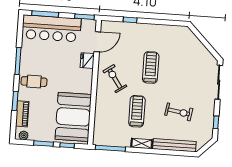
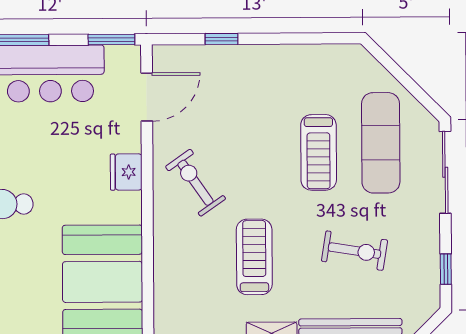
fridge: (87, 61) -> (126, 172), moved
treadmill: (151, 68) -> (319, 152), moved, turned 180
exercise mat: (193, 68) -> (381, 143), added

